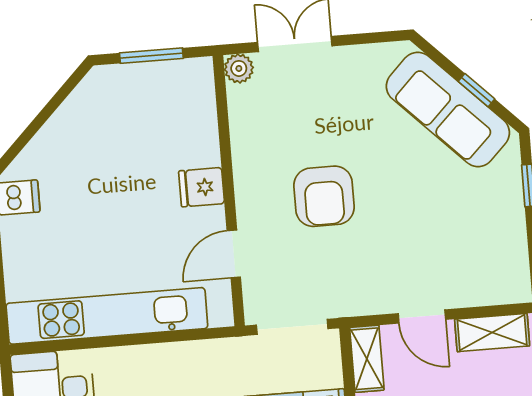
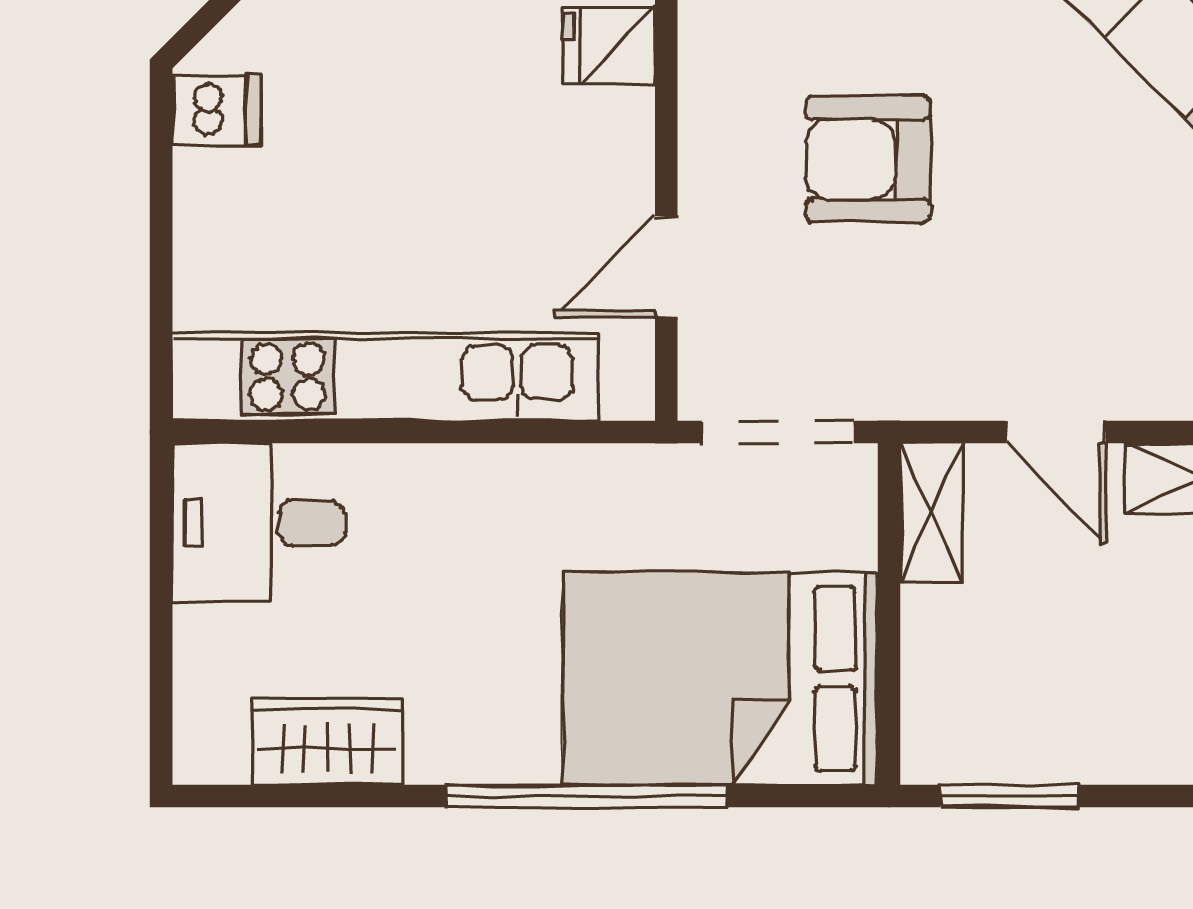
fridge: (202, 187) -> (609, 46), moved
armchair: (324, 196) -> (868, 159), turned 90

